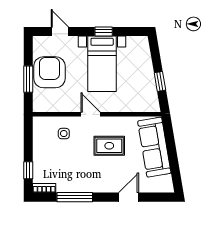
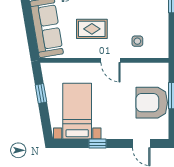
bed with nightstands: (102, 64) -> (77, 111), moved
armchair: (49, 72) -> (152, 103), turned 90

